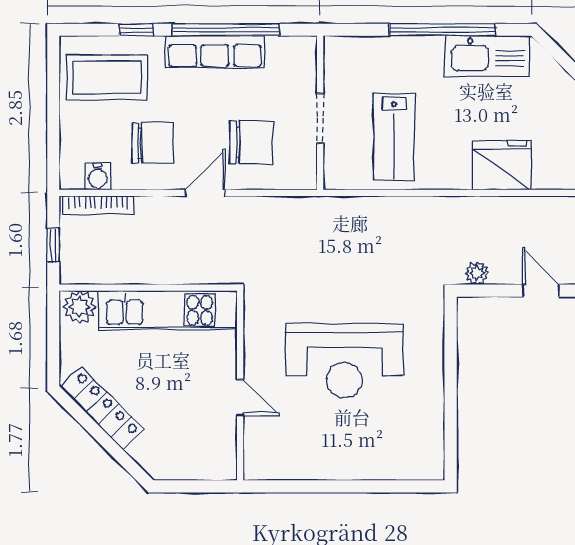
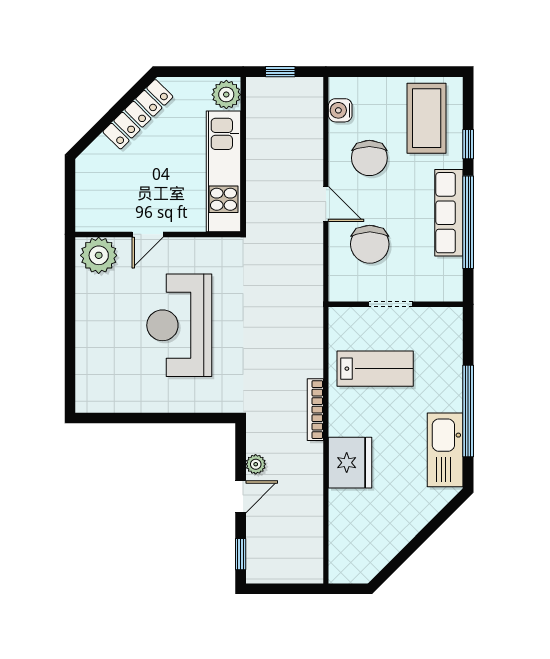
lab bench: (394, 137) -> (375, 369), turned 180
bookcase: (98, 205) -> (315, 410), moved
plant: (477, 273) -> (256, 464), moved
plant: (264, 453) -> (99, 255), added

